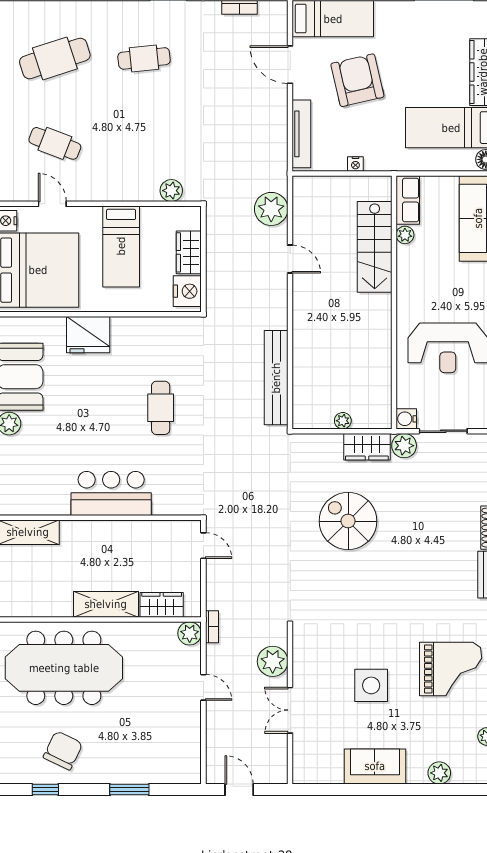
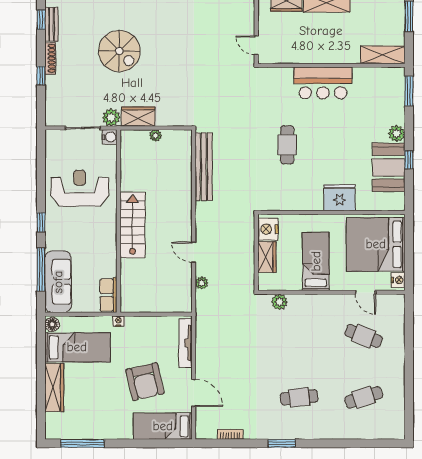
cafe table: (55, 58) -> (364, 397), width x0.73, depth x0.74
nightstand: (355, 164) -> (118, 321), moved
plant: (271, 209) -> (202, 283), width x0.53, depth x0.53
plant: (405, 235) -> (111, 270), removed
stairs: (375, 247) -> (133, 225), moved
spiral stairs: (348, 521) -> (119, 51), moved

